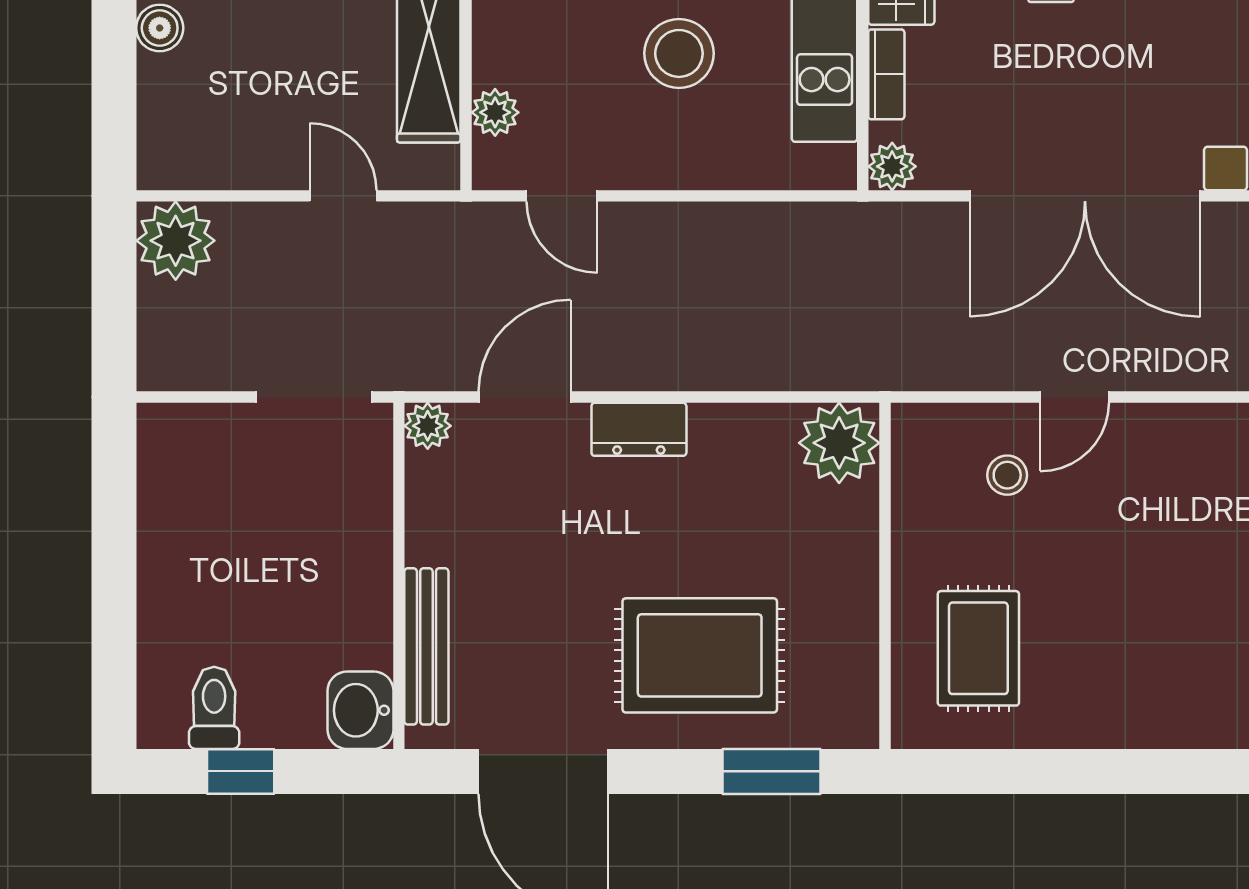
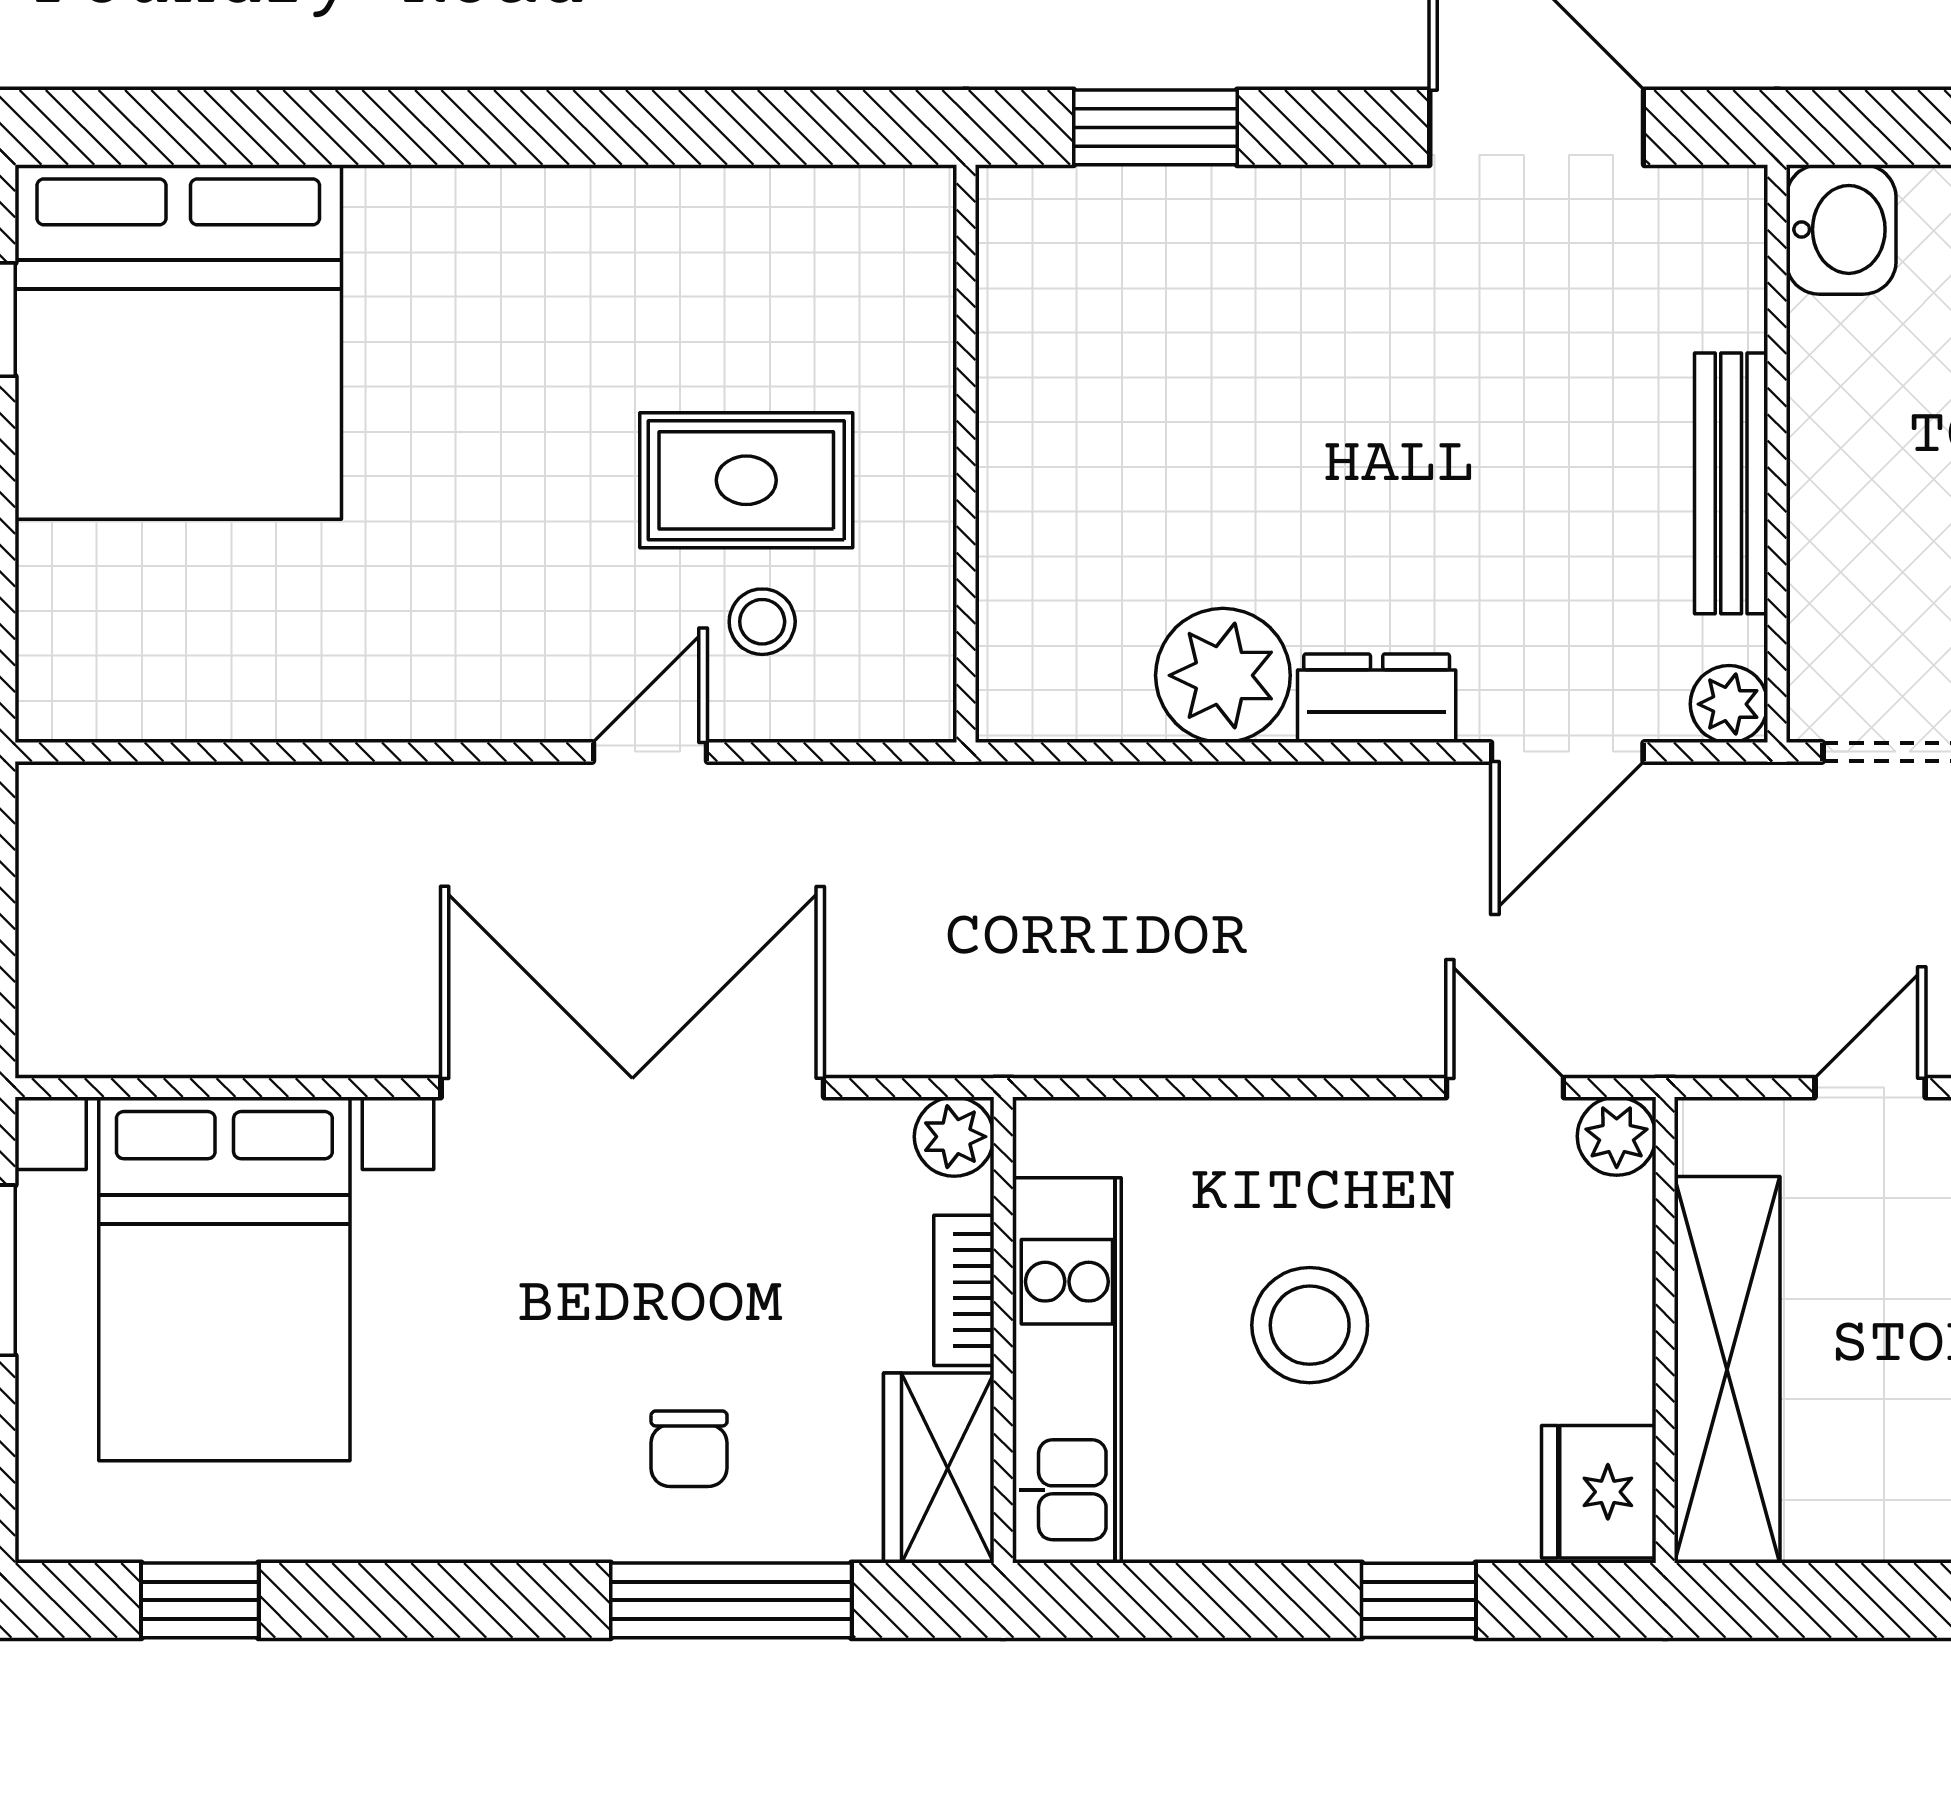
plant: (495, 112) -> (1617, 1136), moved
door: (343, 196) -> (1870, 1088), swing flipped
plant: (839, 443) -> (1223, 675), moved
bench: (426, 646) -> (1731, 483), moved
rug: (978, 648) -> (746, 480), moved, turned 90
rug: (700, 655) -> (1275, 321), removed

